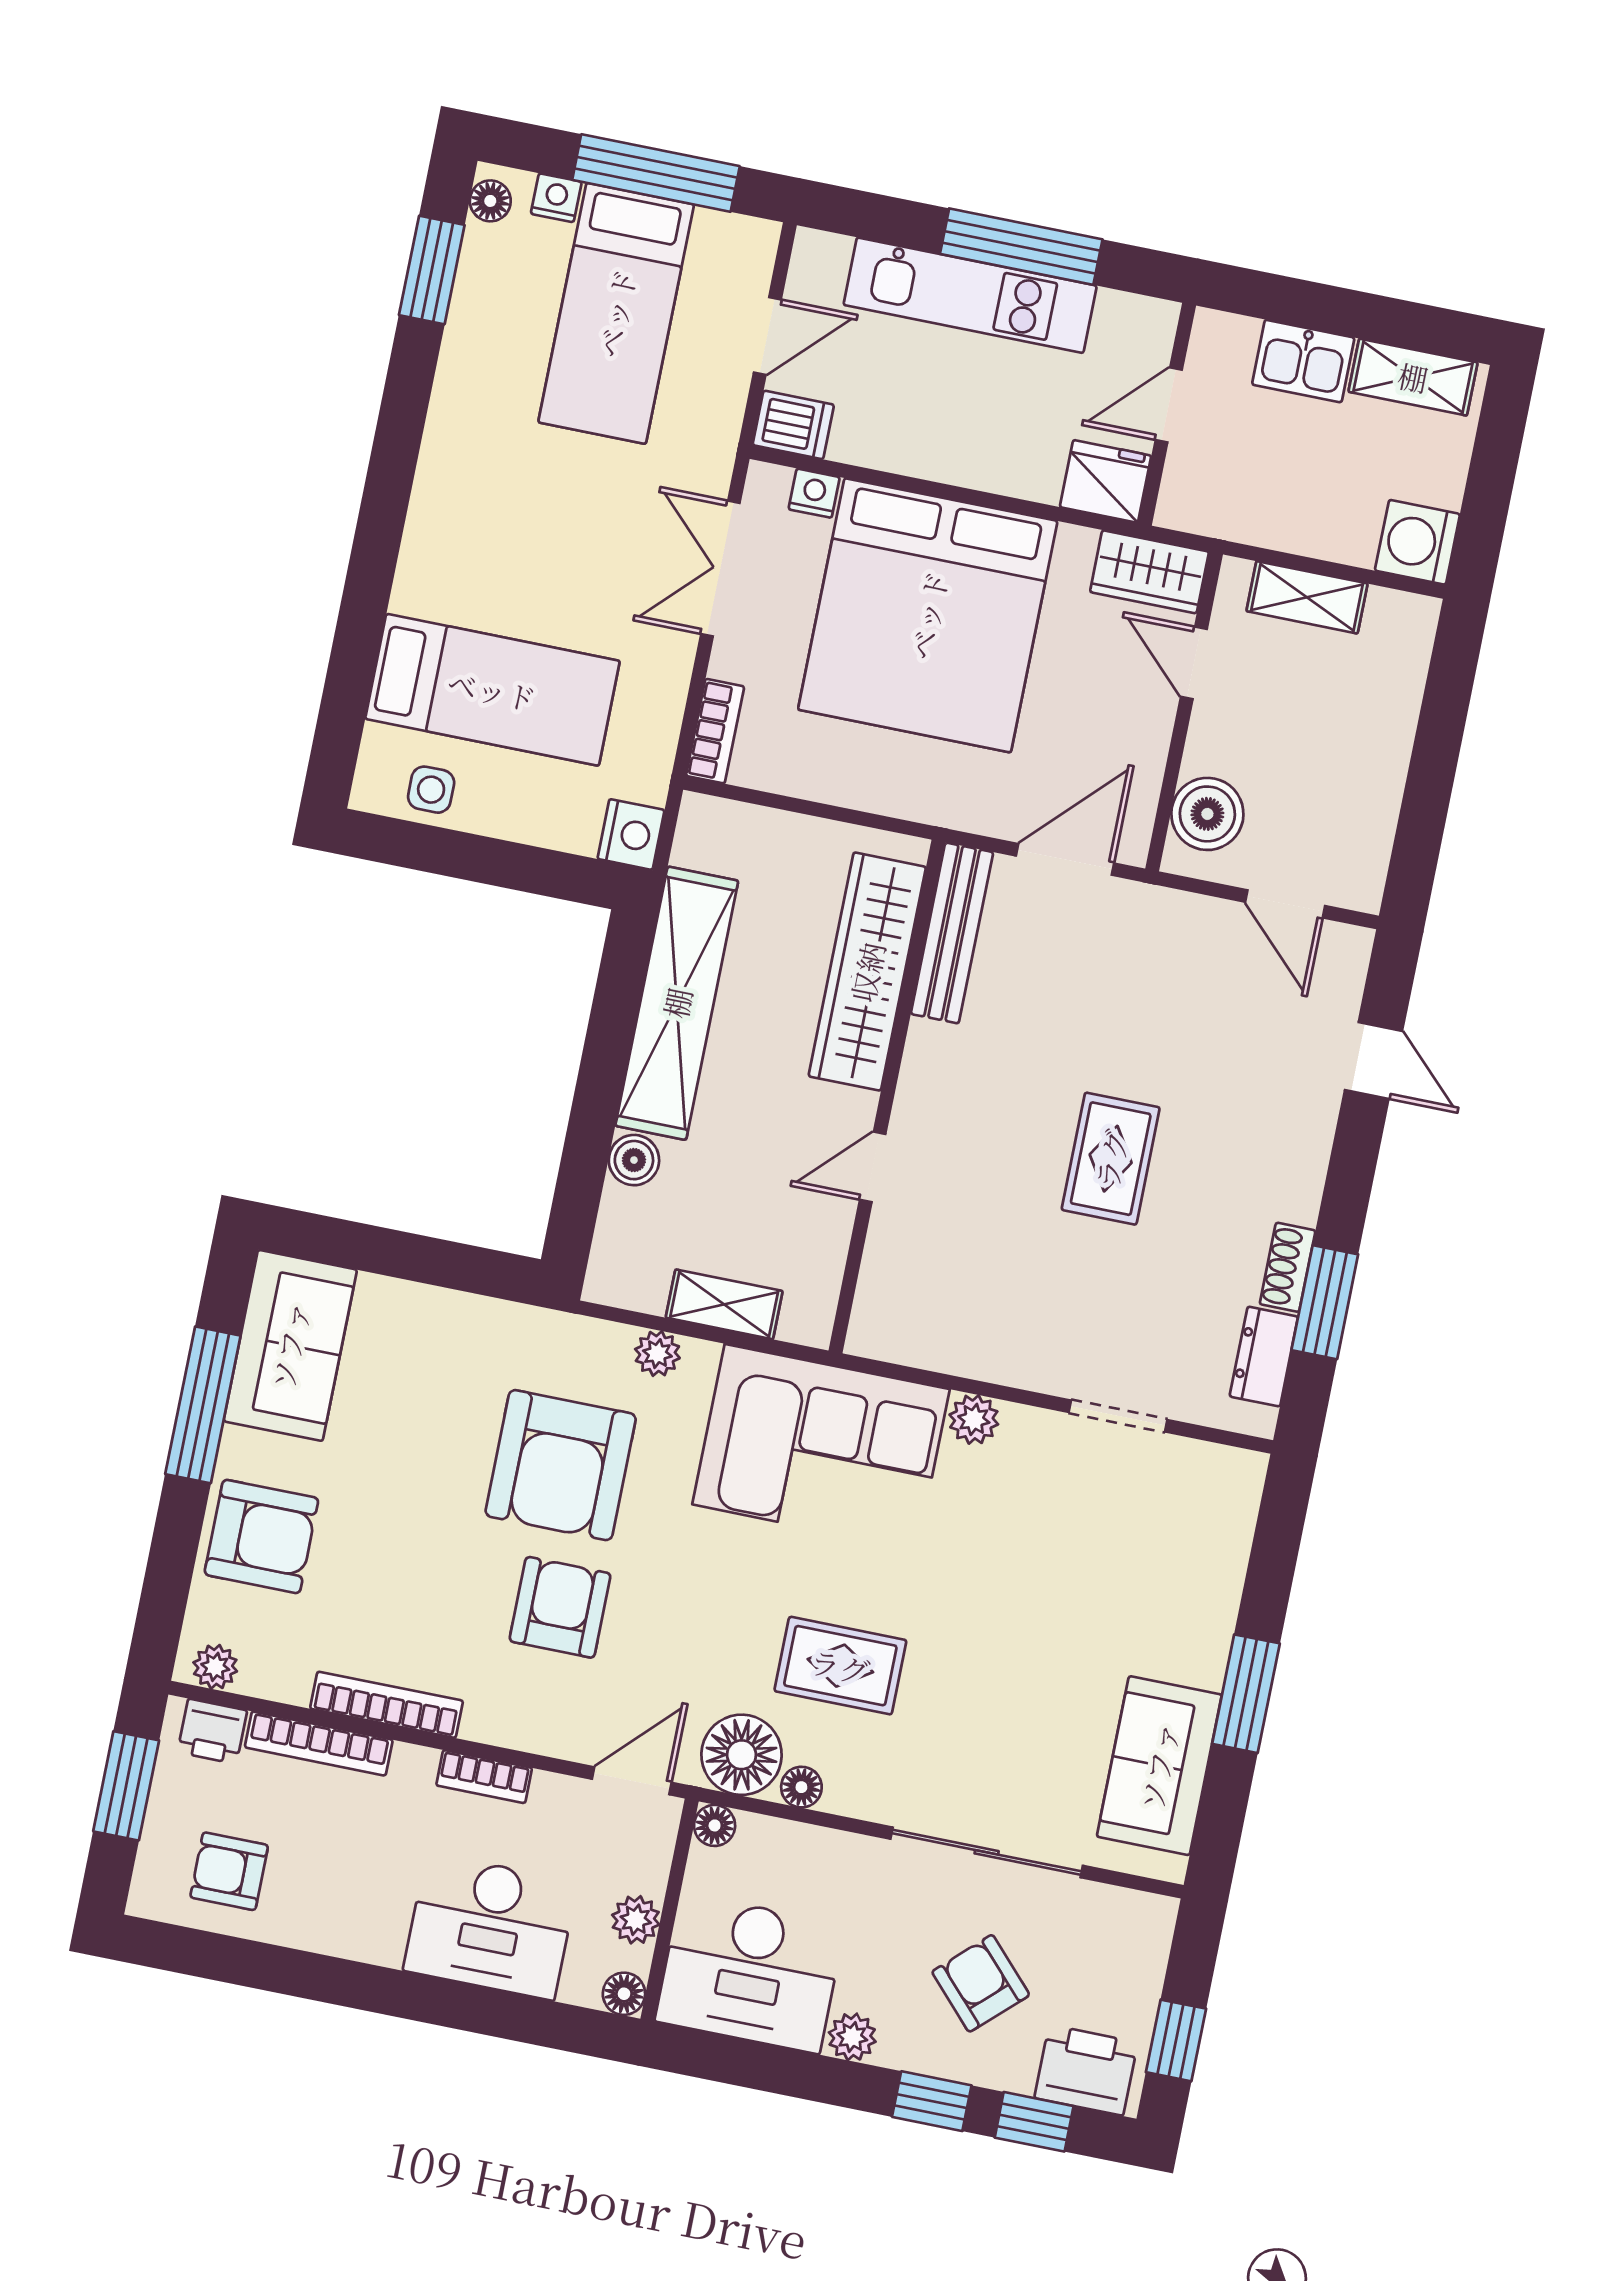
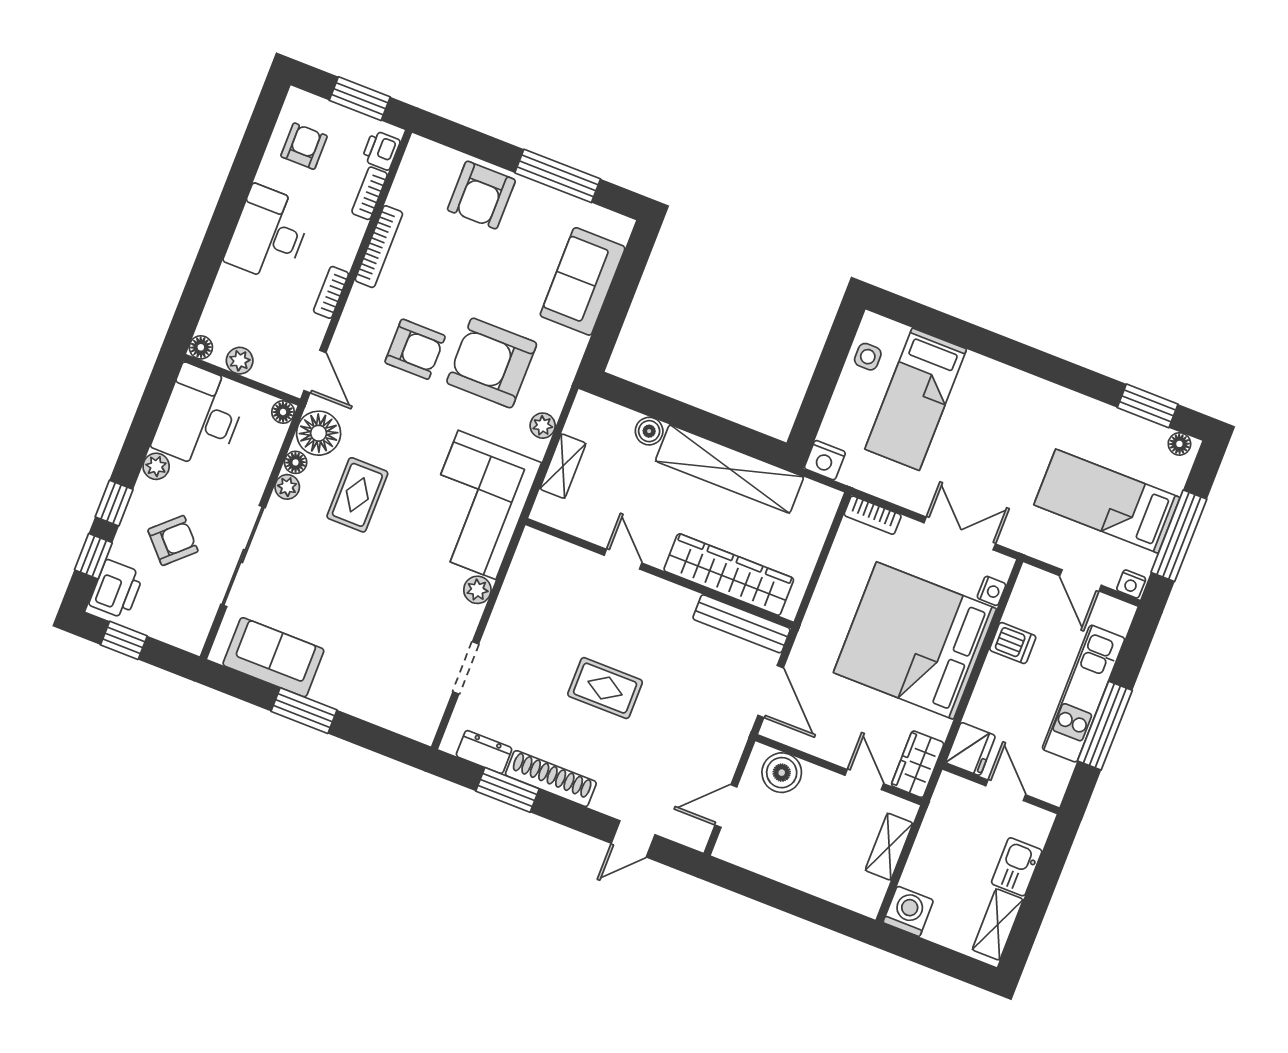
nightstand: (556, 198) -> (1131, 584), moved, turned 90
dishwasher: (793, 425) -> (1013, 643), moved, turned -90
door: (1194, 663) -> (864, 780), hinge flipped
shoe rack: (1288, 1267) -> (551, 779), width x1.94, depth x1.24
sofa: (290, 1345) -> (583, 281), moved, turned 90
plant: (215, 1667) -> (287, 487), moved
bookcase: (319, 1744) -> (370, 193), width x0.64
desk: (490, 1926) -> (268, 234), moved

